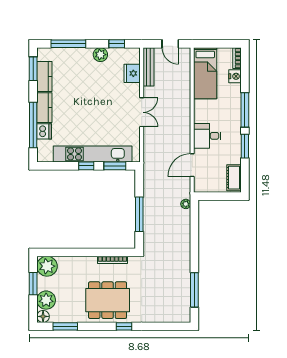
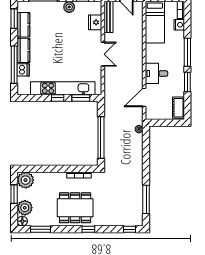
window: (139, 214) -> (101, 138), width x1.46
window: (174, 326) -> (129, 229), added

